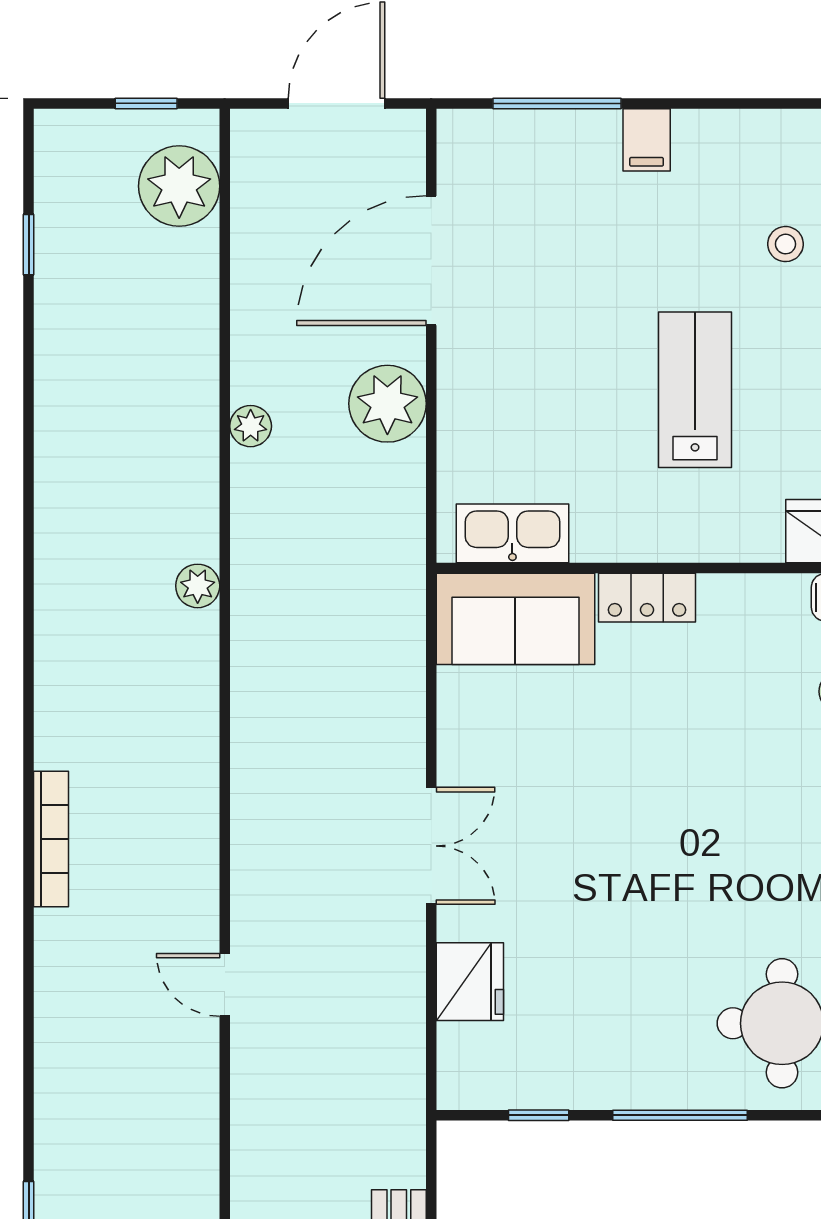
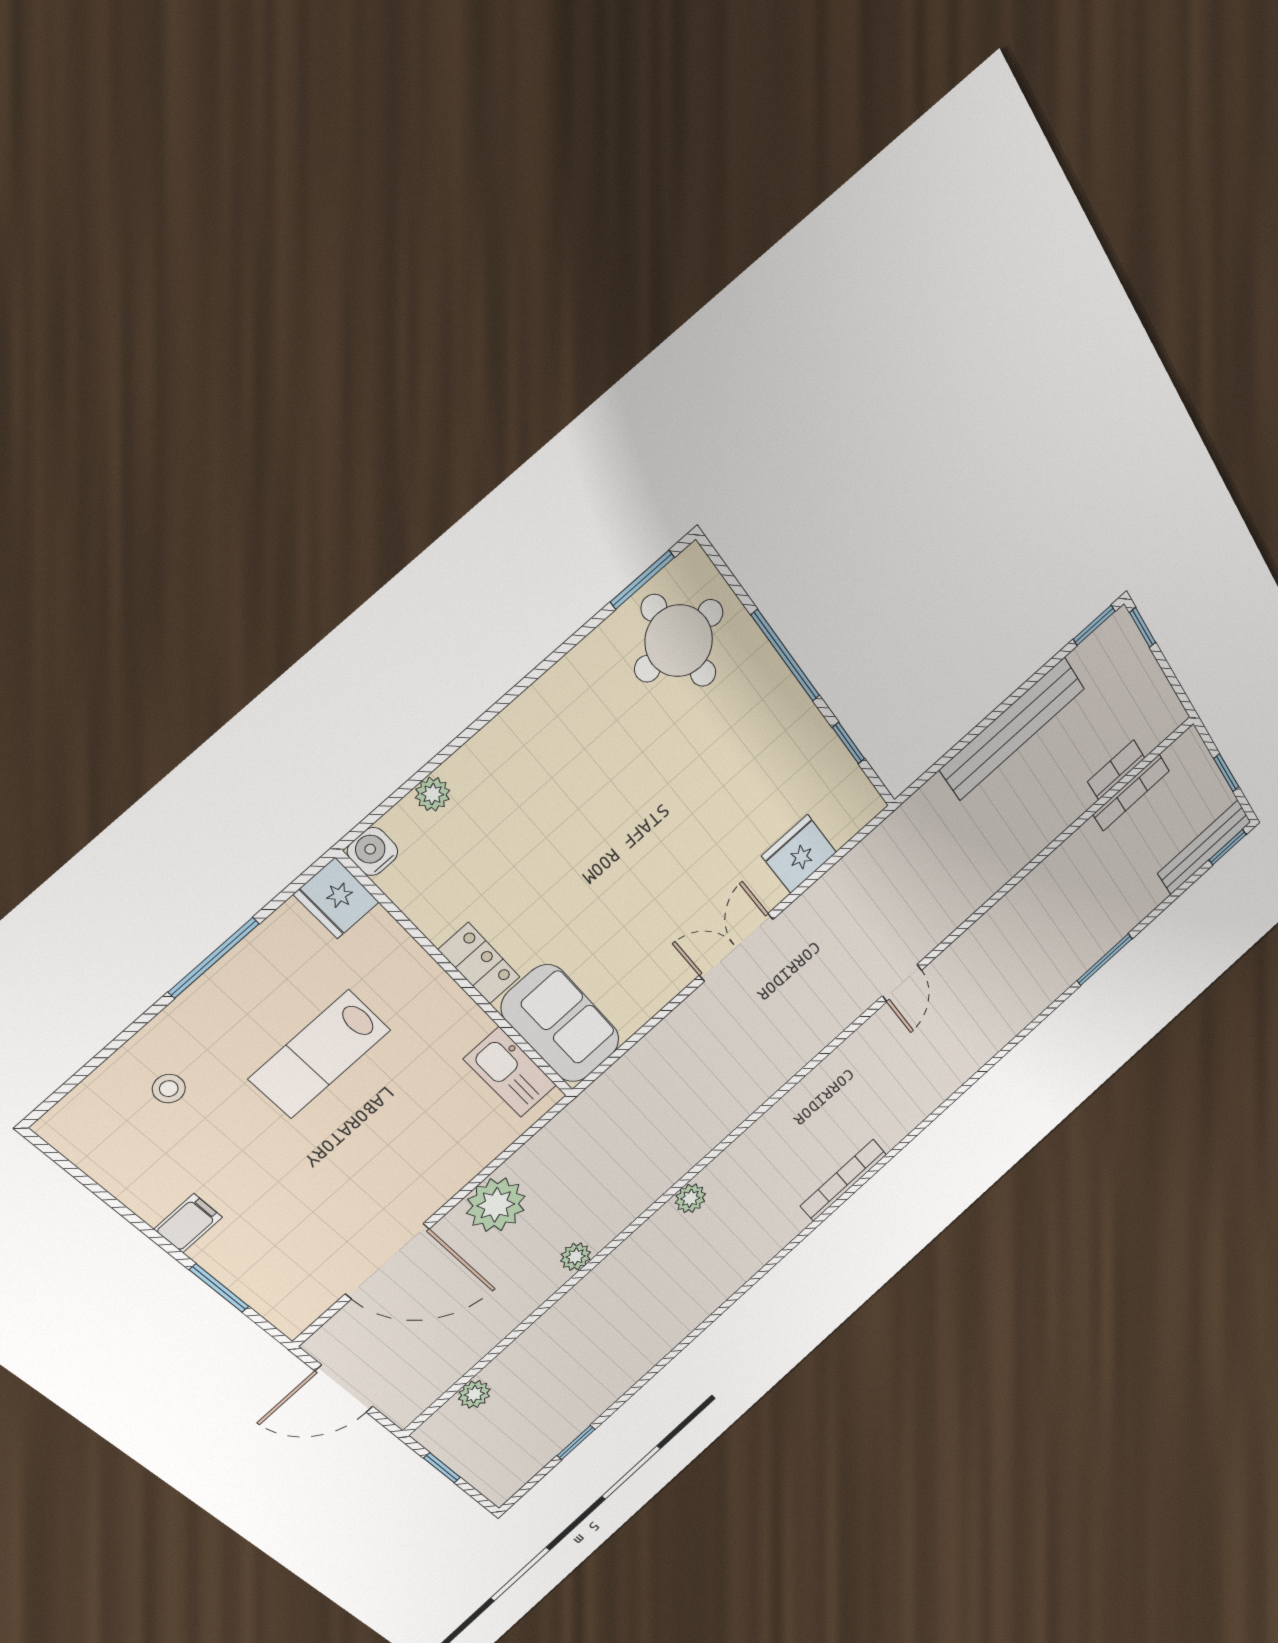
window: (557, 103) -> (219, 1288), width x0.69
plant: (179, 186) -> (474, 1394), width x0.53, depth x0.53
bookcase: (51, 839) -> (843, 1180), moved

